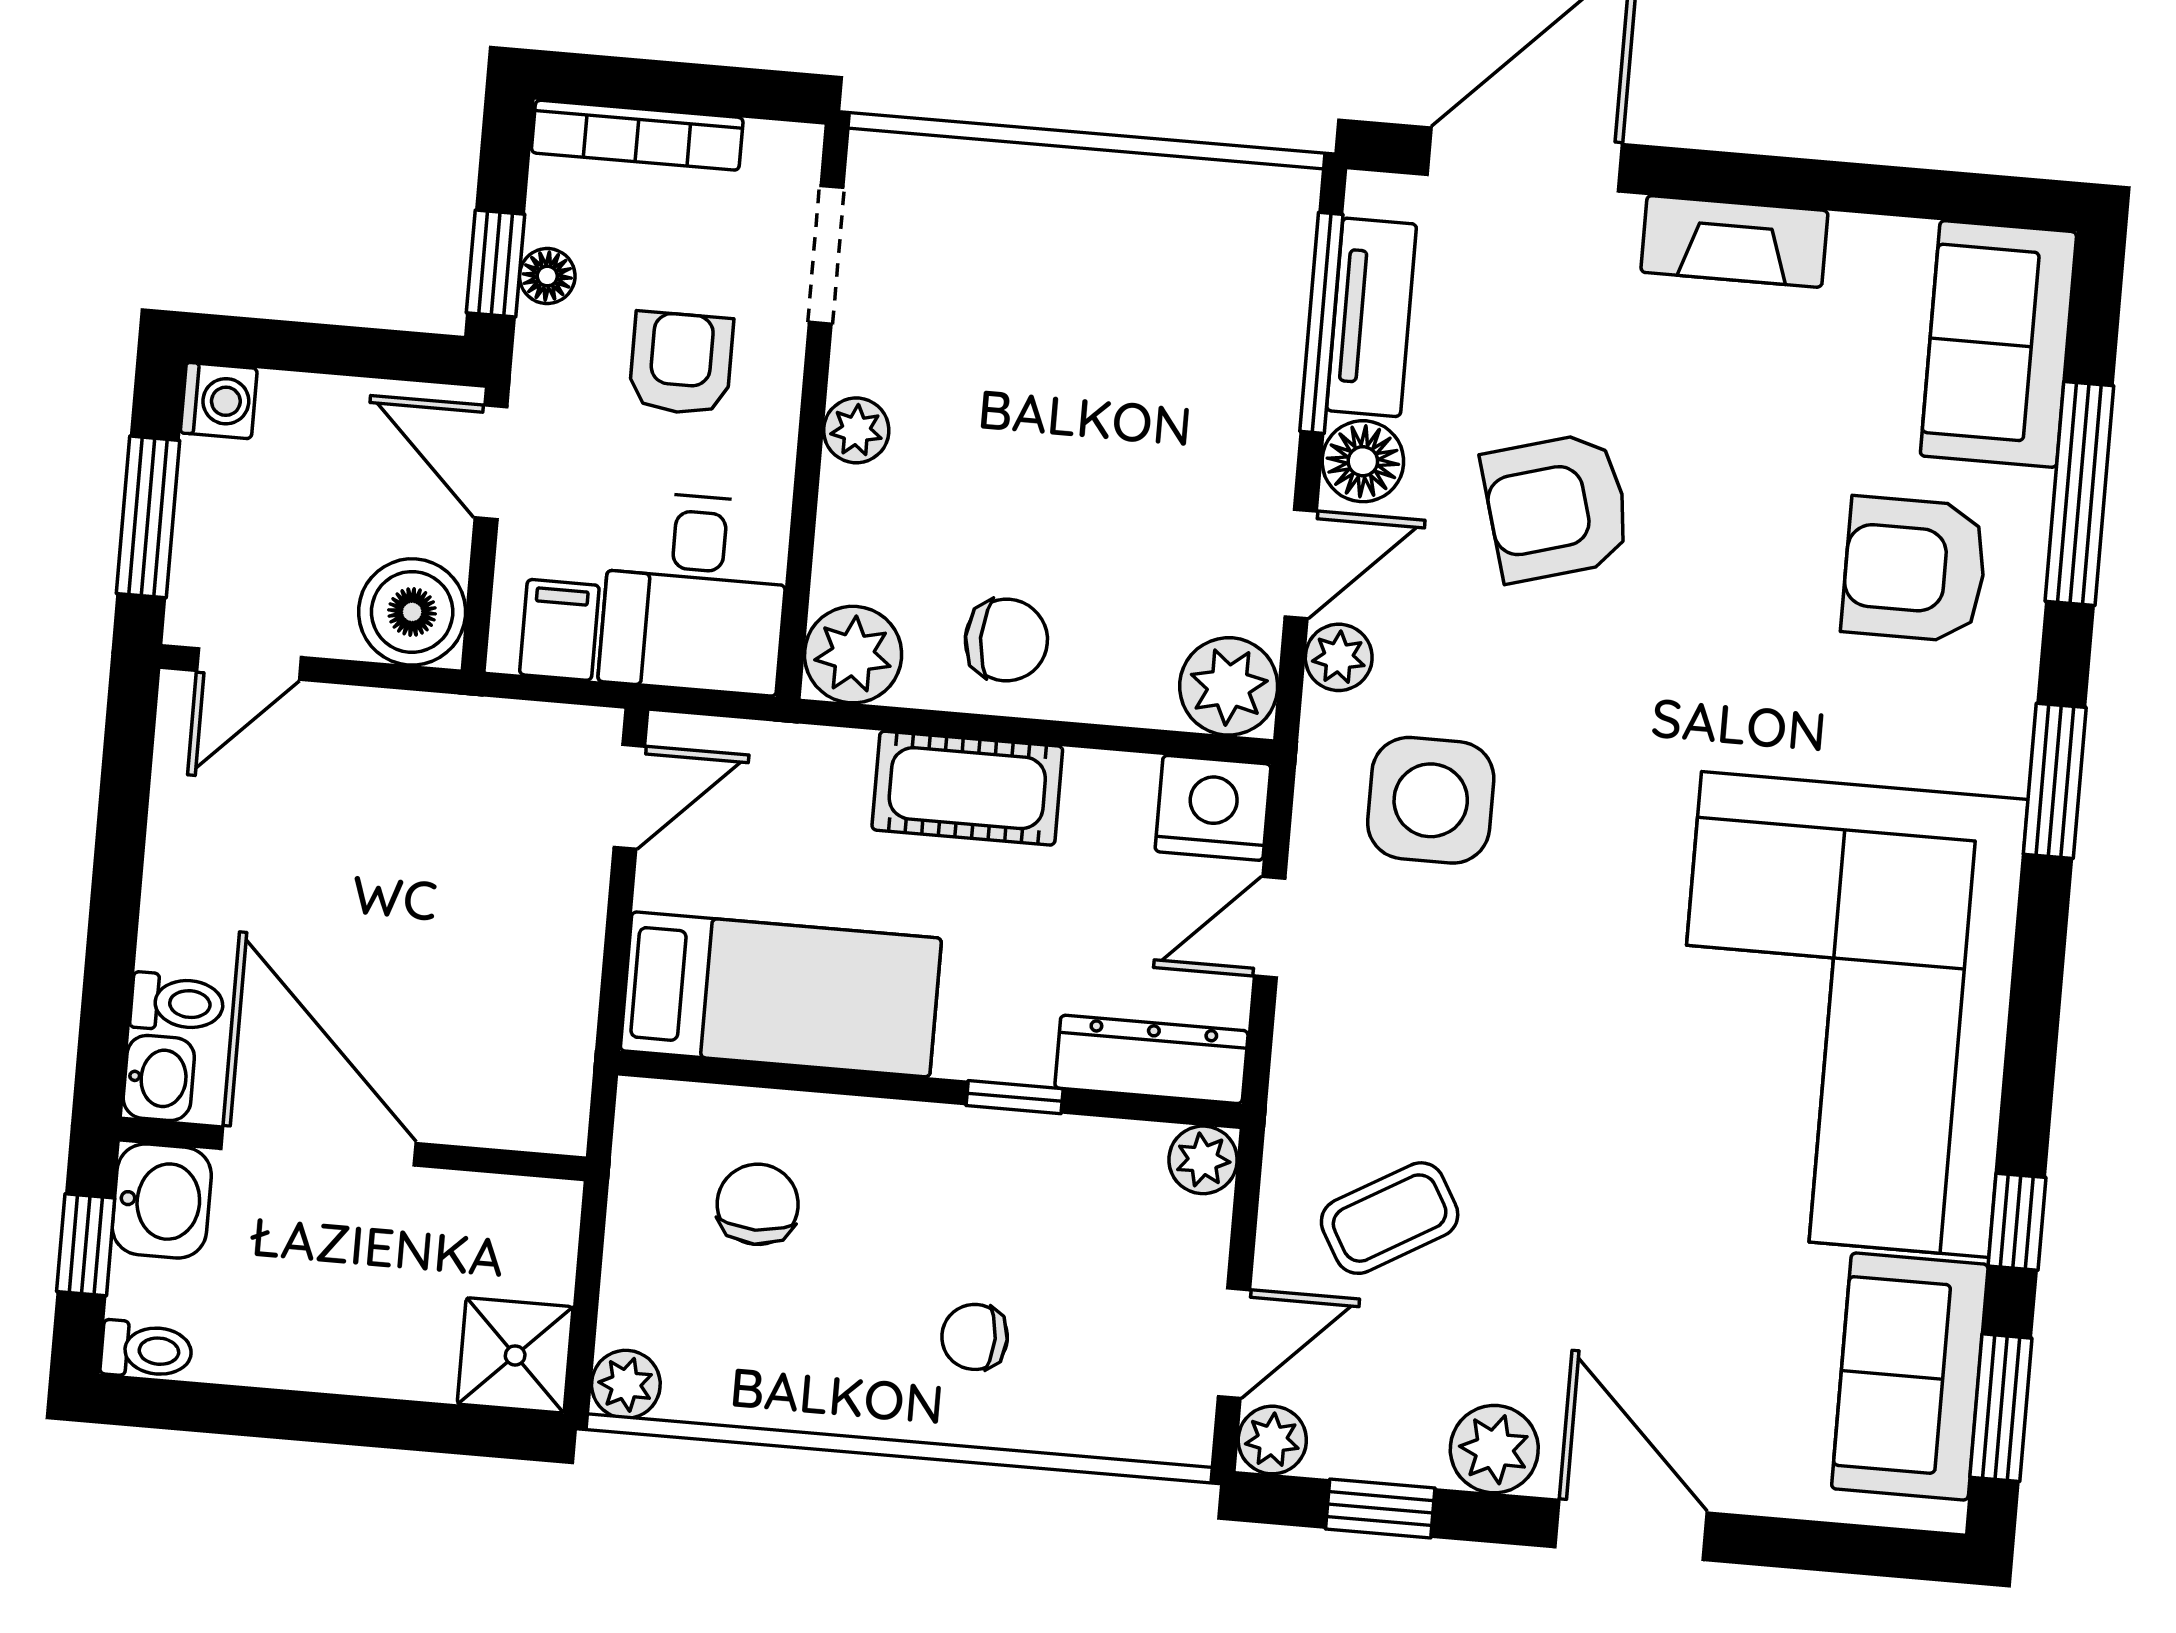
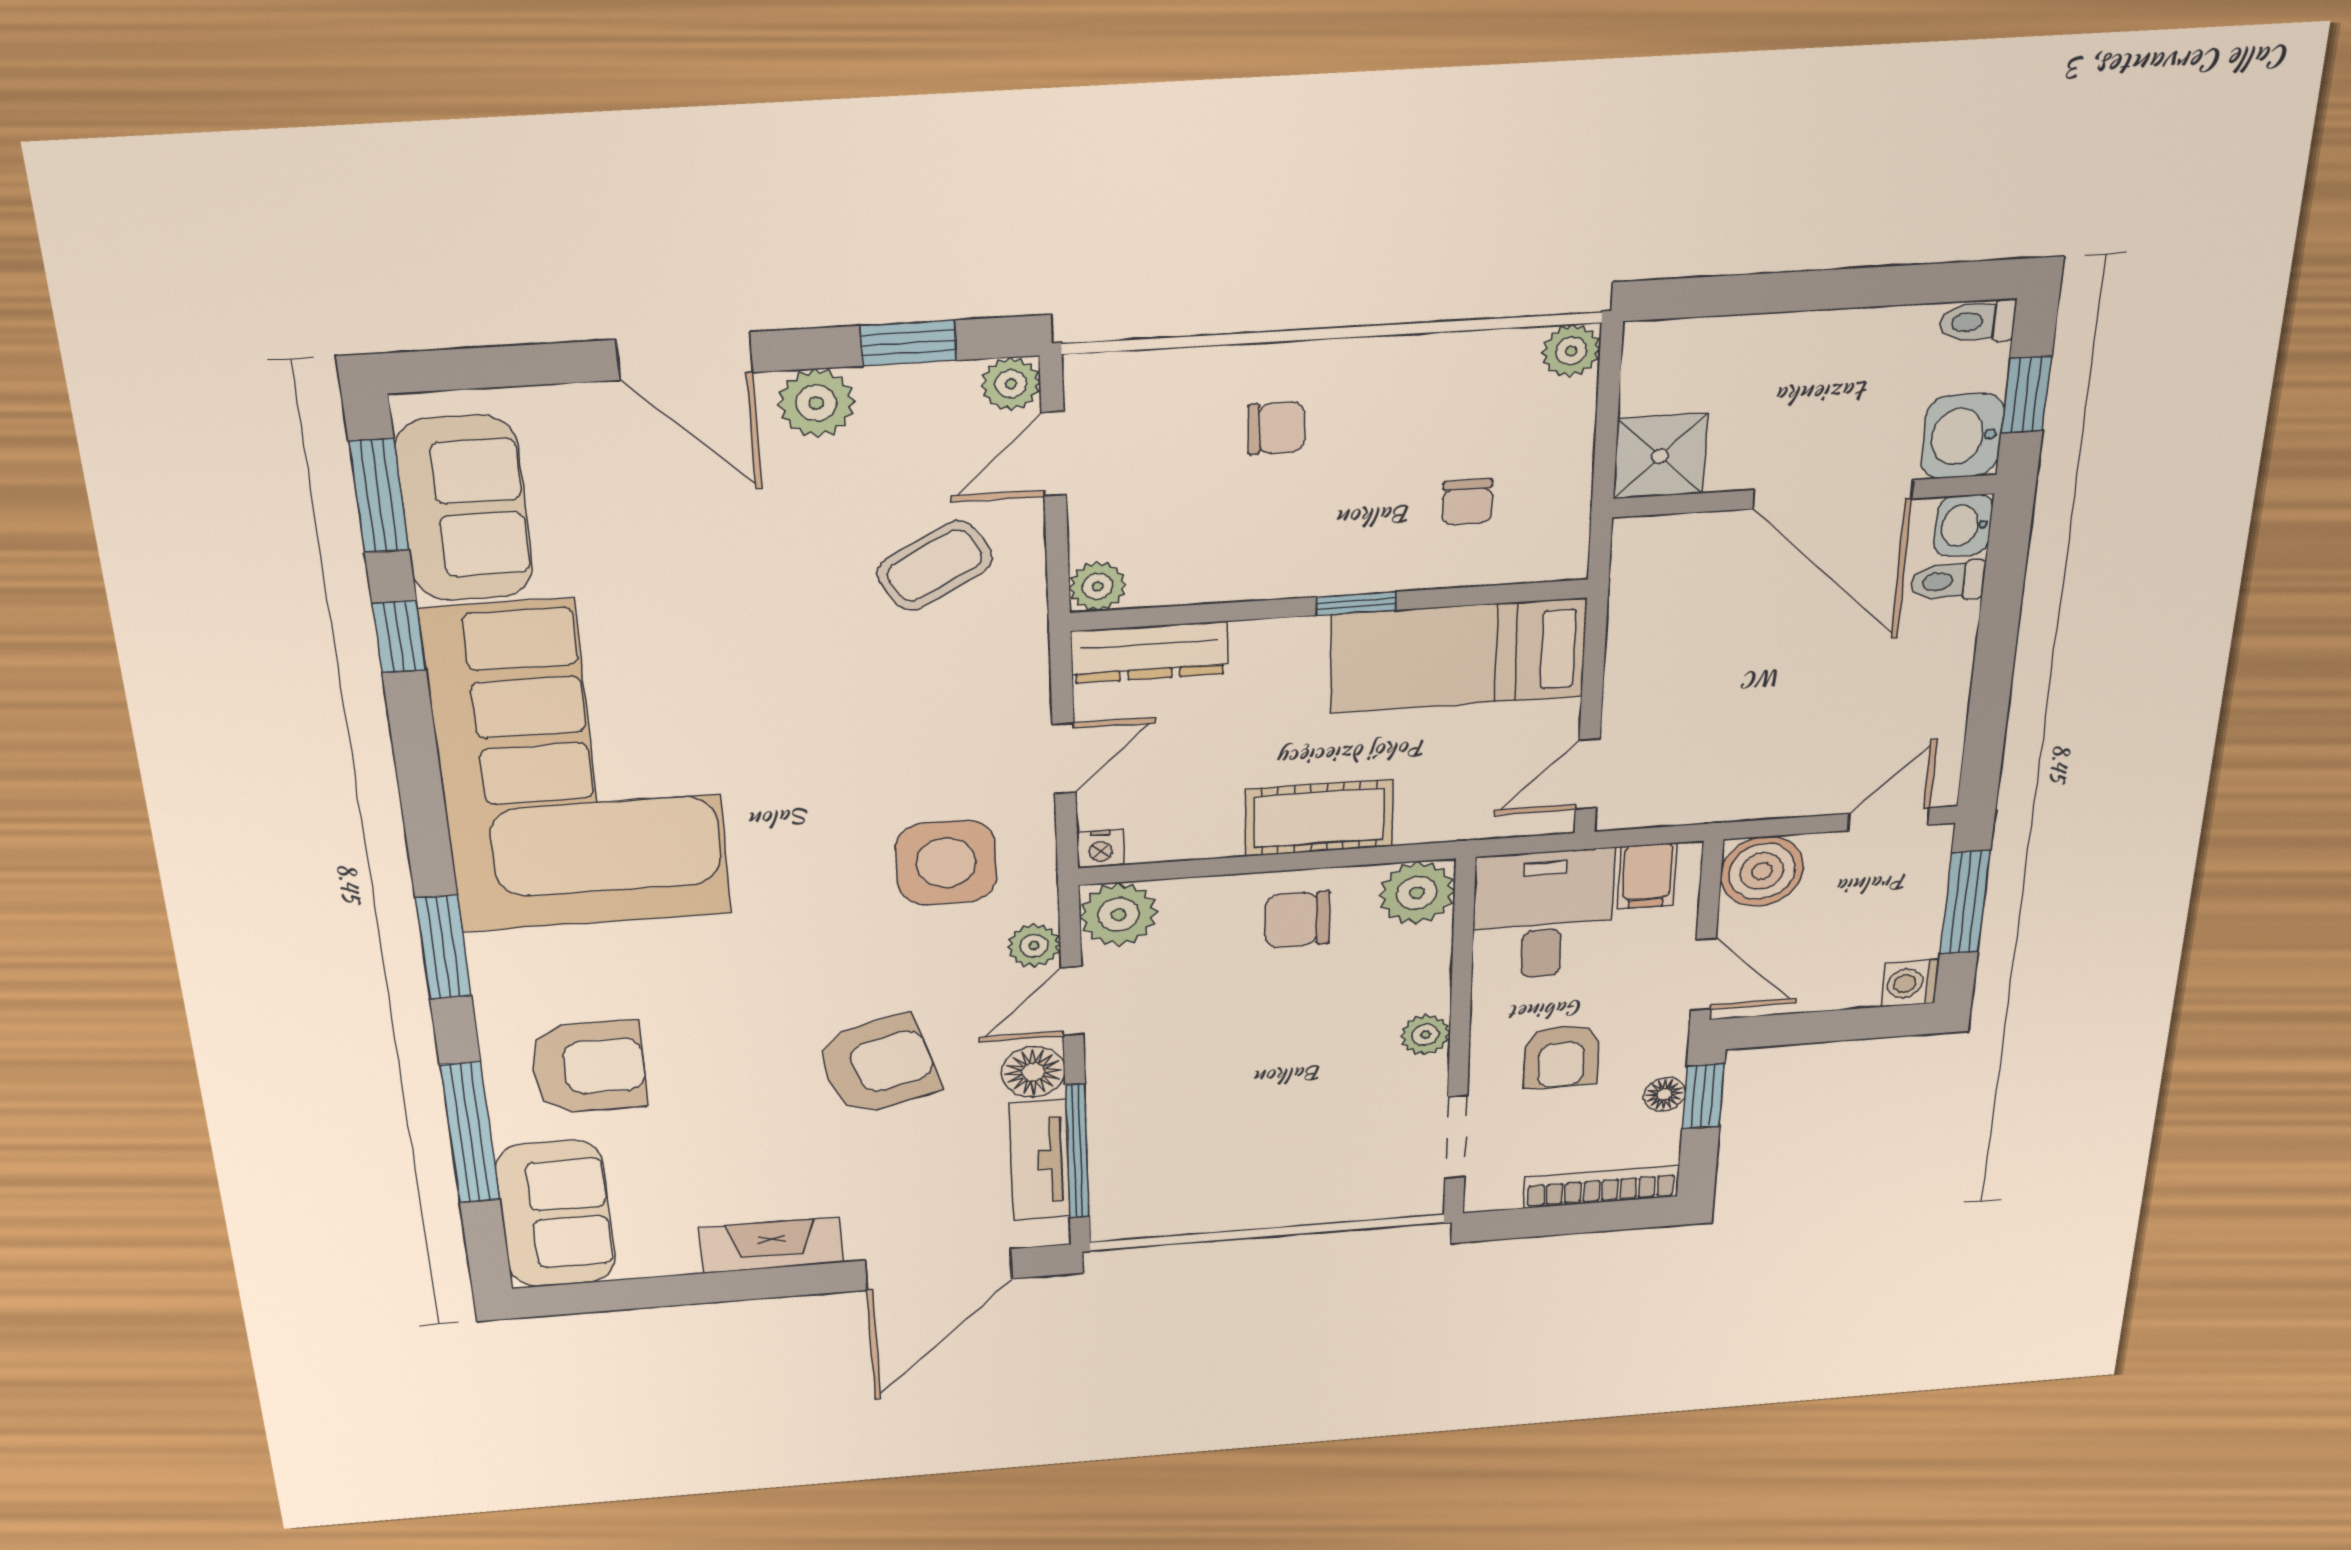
nightstand: (1213, 808) -> (1100, 849), width x0.53, depth x0.56
window: (1015, 1097) -> (1356, 604), moved
chair: (758, 1204) -> (1467, 502), width x0.73, depth x0.73
shower: (515, 1355) -> (1660, 456), moved

